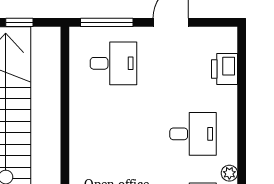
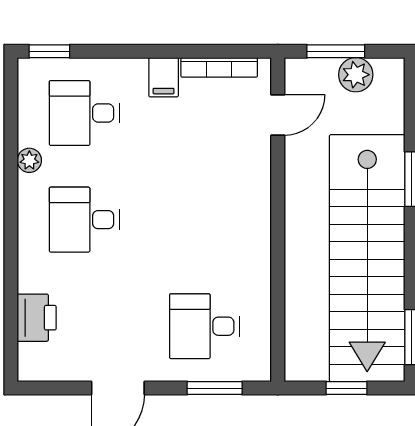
window: (107, 22) -> (215, 388), width x0.69

